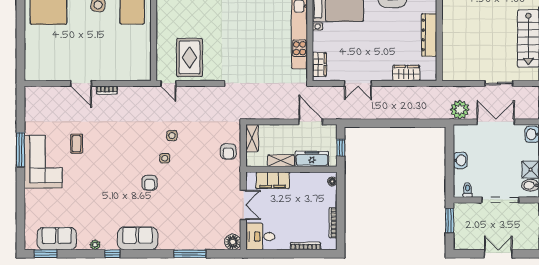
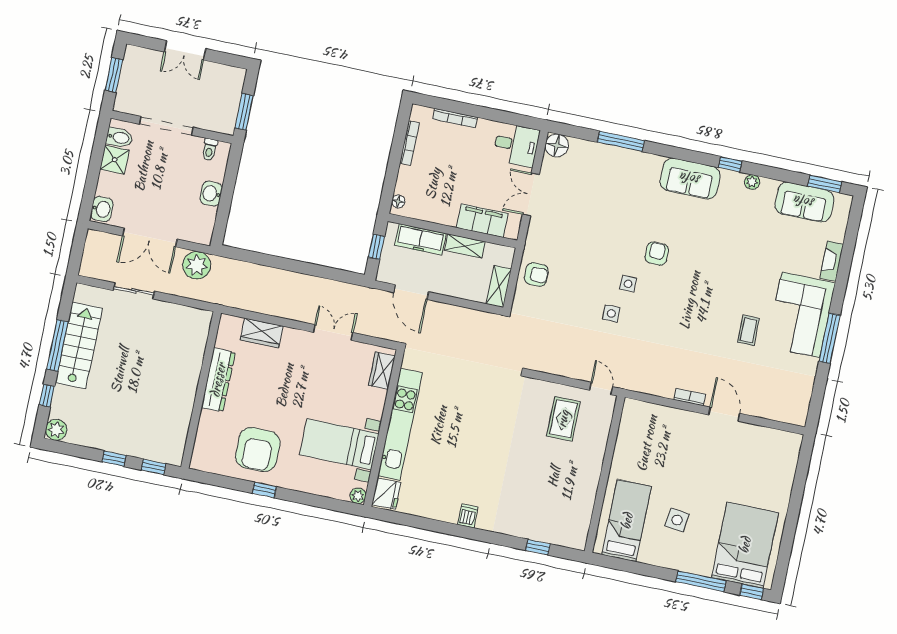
rug: (189, 57) -> (563, 419), width x0.73, depth x0.70
armchair: (228, 152) -> (536, 274), turned 90
fireplace: (30, 202) -> (832, 261), added

